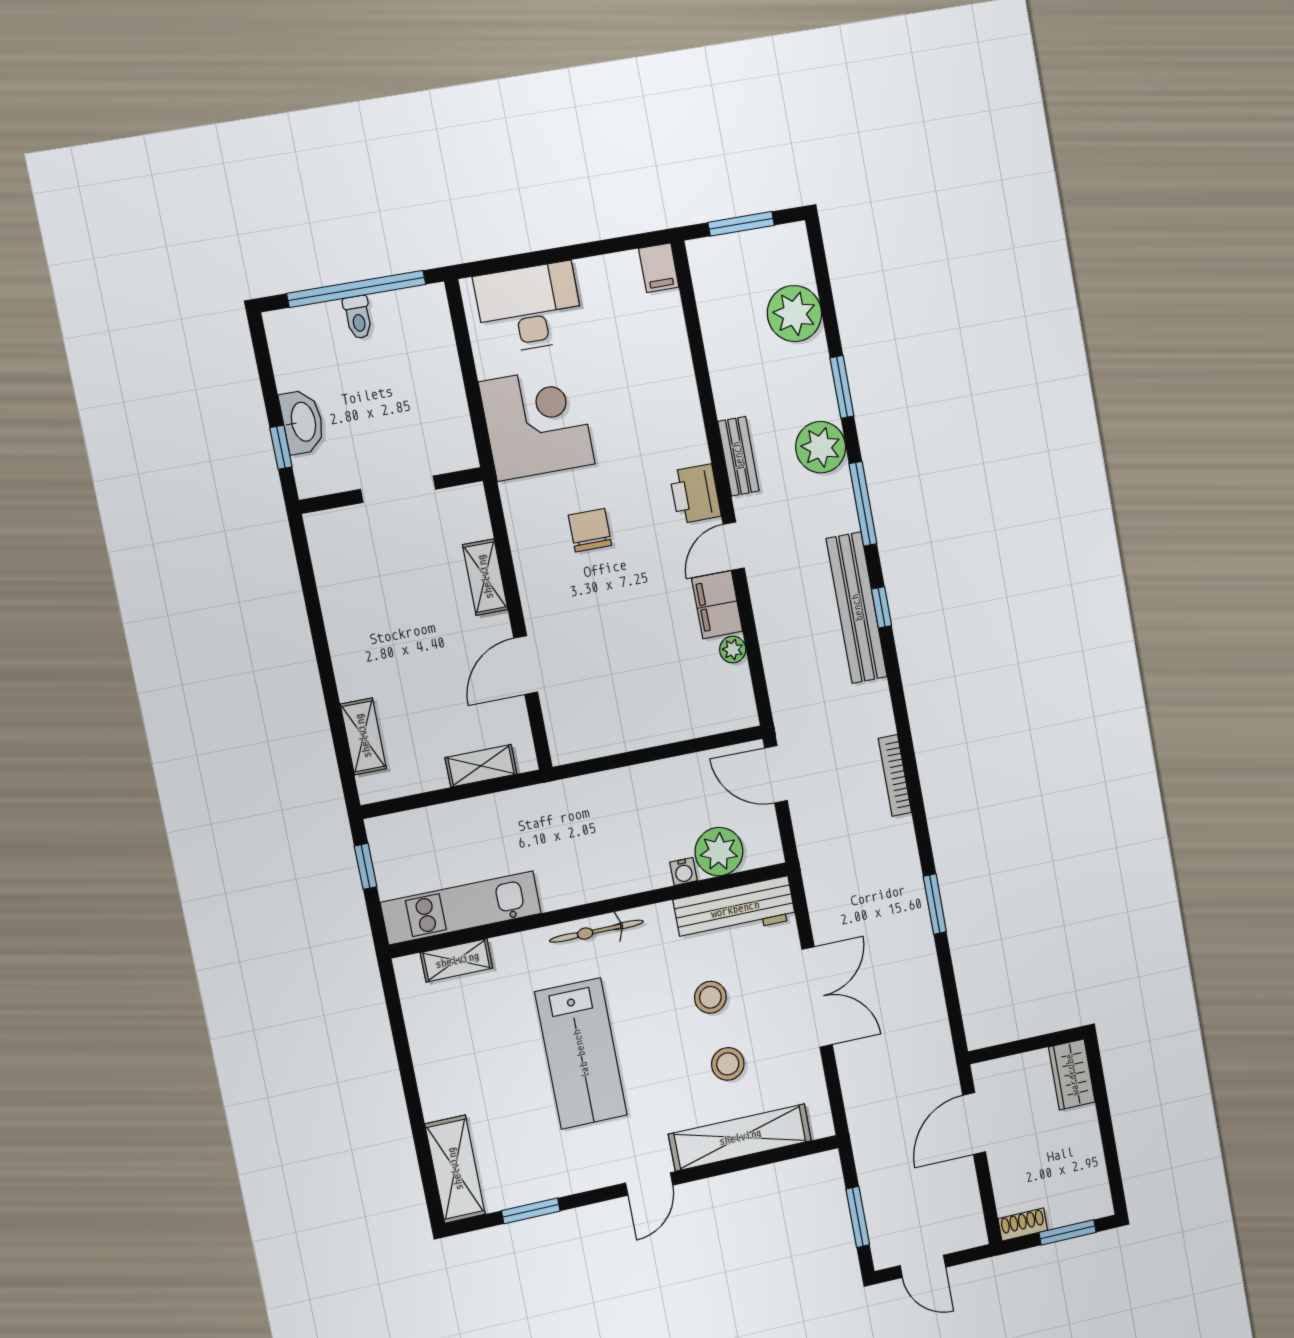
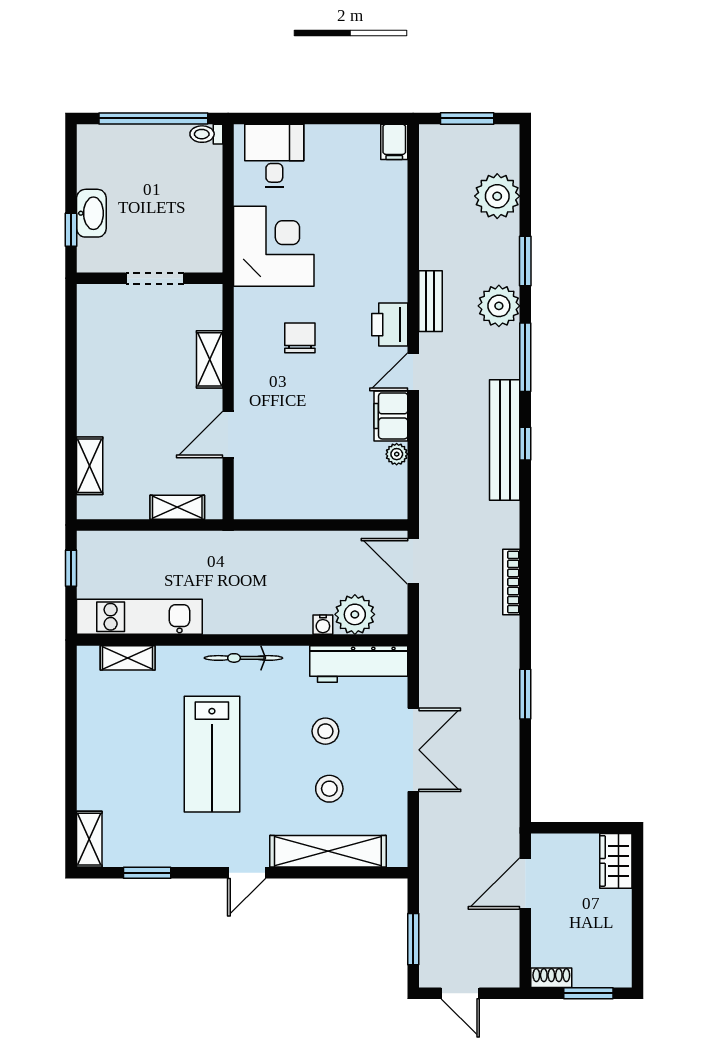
desk: (529, 308) -> (274, 156), width x0.73
toilet: (358, 317) -> (206, 134), moved, turned 90
shelving: (455, 1169) -> (89, 839), width x0.67, depth x0.75

